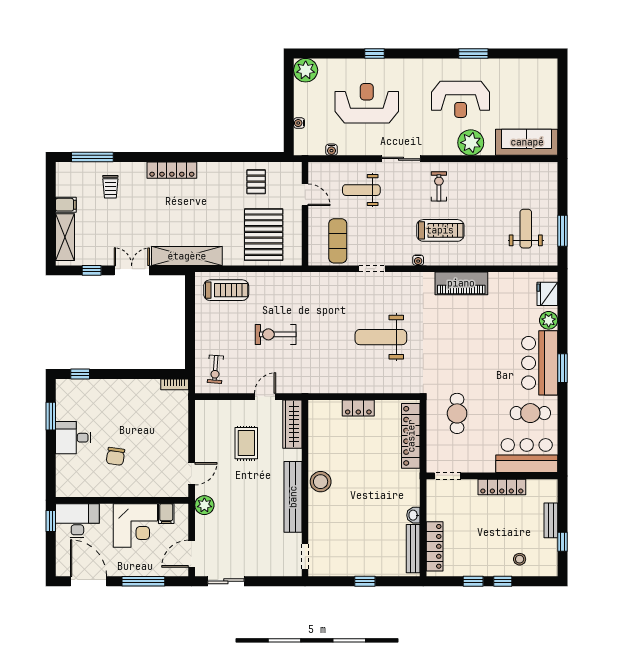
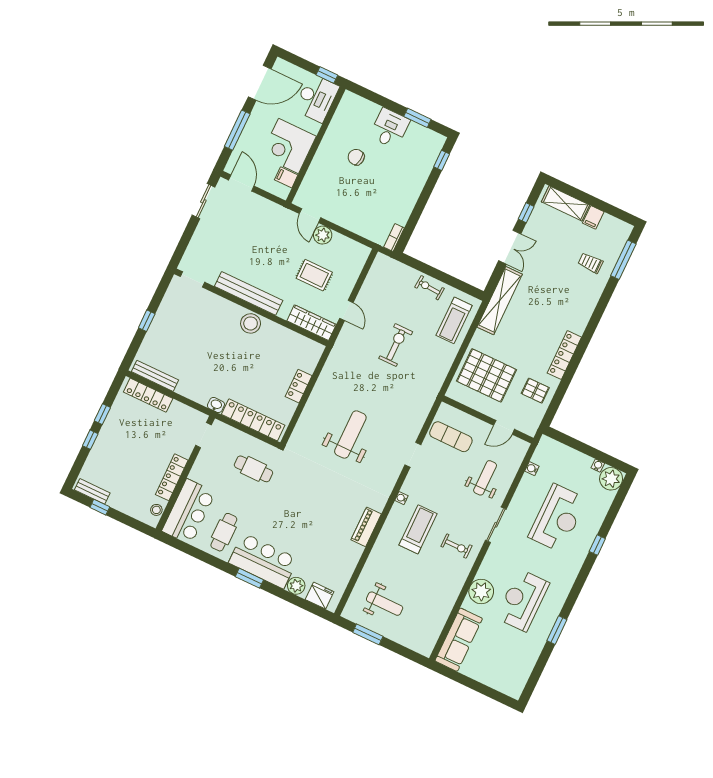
water cooler: (299, 123) -> (598, 466), moved
locker: (172, 170) -> (564, 355), moved
treadmill: (440, 230) -> (418, 529), turned 180
piano: (461, 283) -> (366, 527), width x0.73, depth x0.75
exercise bike: (215, 369) -> (430, 288), moved
plant: (204, 505) -> (323, 235), moved
washbasin: (413, 515) -> (216, 405), moved
bench: (551, 520) -> (92, 491), moved
stool: (520, 559) -> (156, 510), moved

